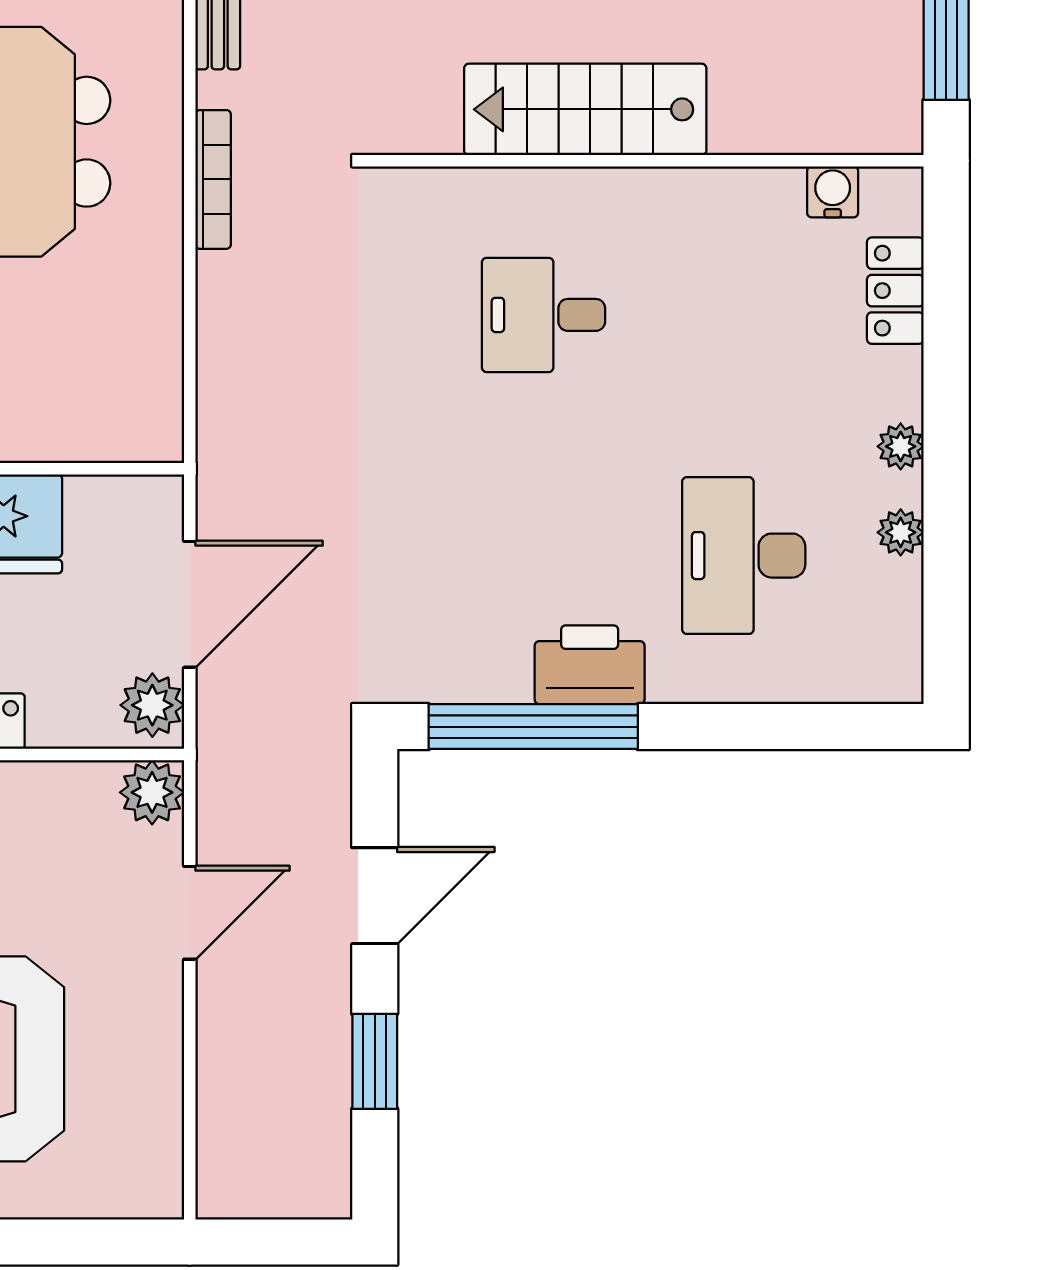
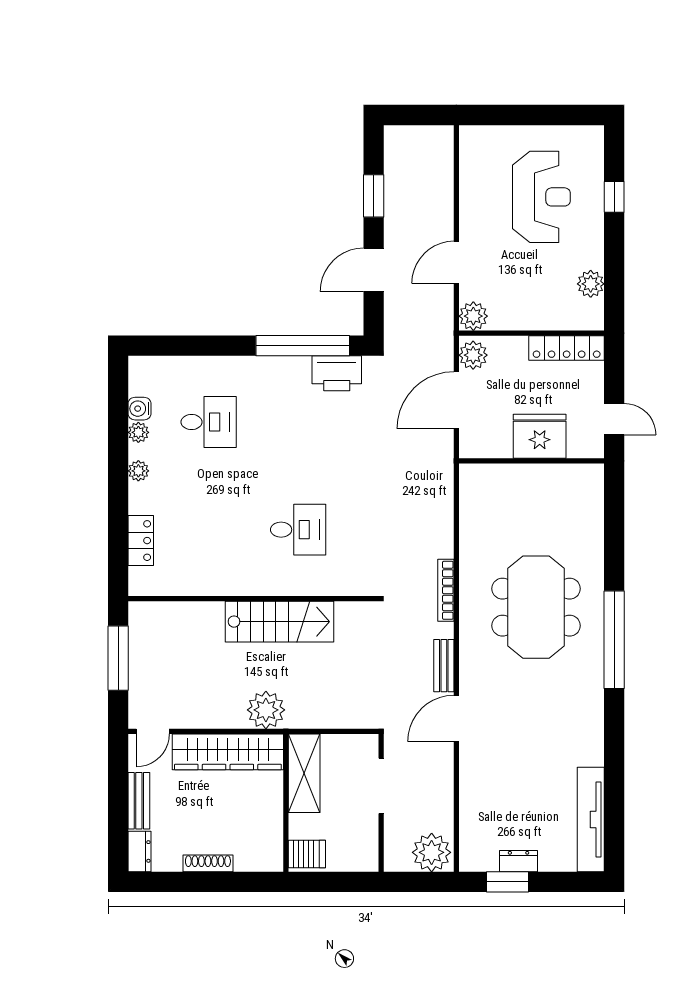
water cooler: (833, 192) -> (140, 409), moved, turned 90
desk: (744, 556) -> (209, 422), width x0.73
printer: (590, 665) -> (337, 373), moved

